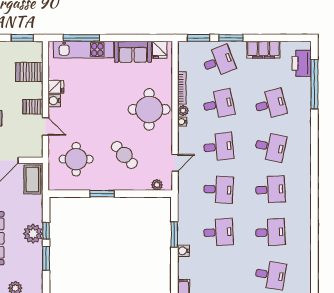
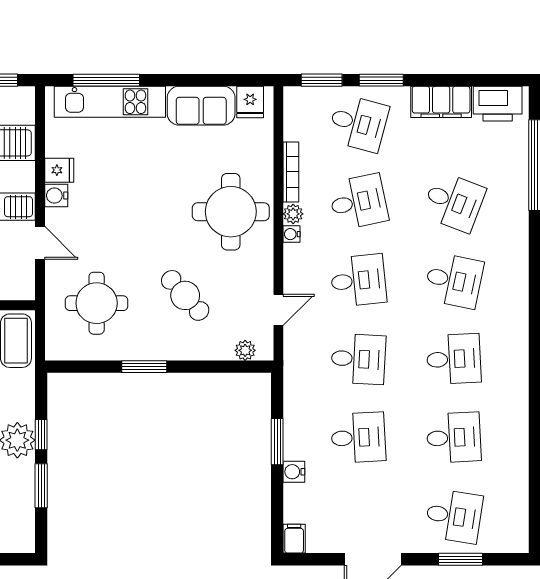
desk: (218, 61) -> (358, 123), turned 36
printer: (302, 63) -> (498, 104), moved, turned -90
desk: (270, 104) -> (454, 202), turned 36

